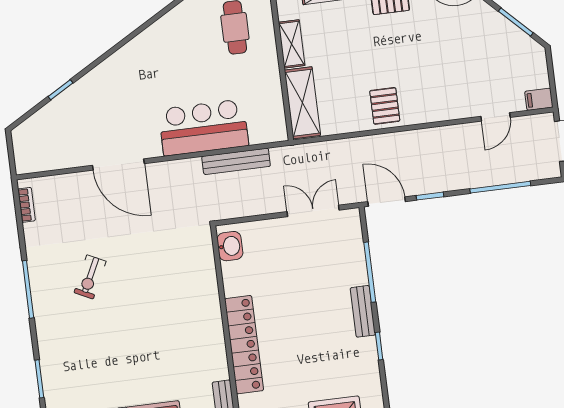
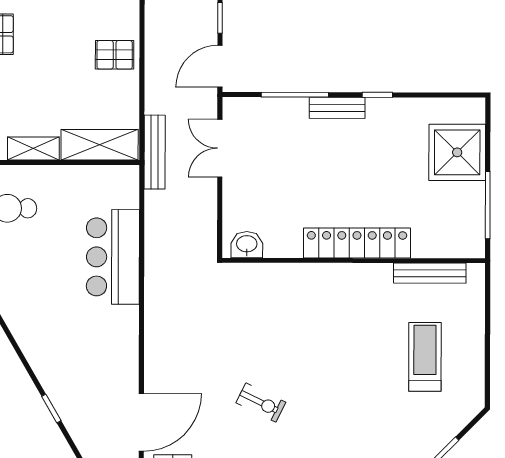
bench: (236, 161) -> (155, 152), moved
door: (118, 164) -> (141, 422), moved

